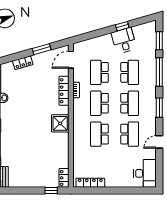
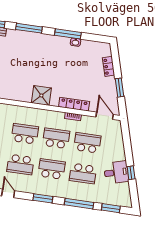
school desk: (130, 103) -> (52, 169), turned 180

